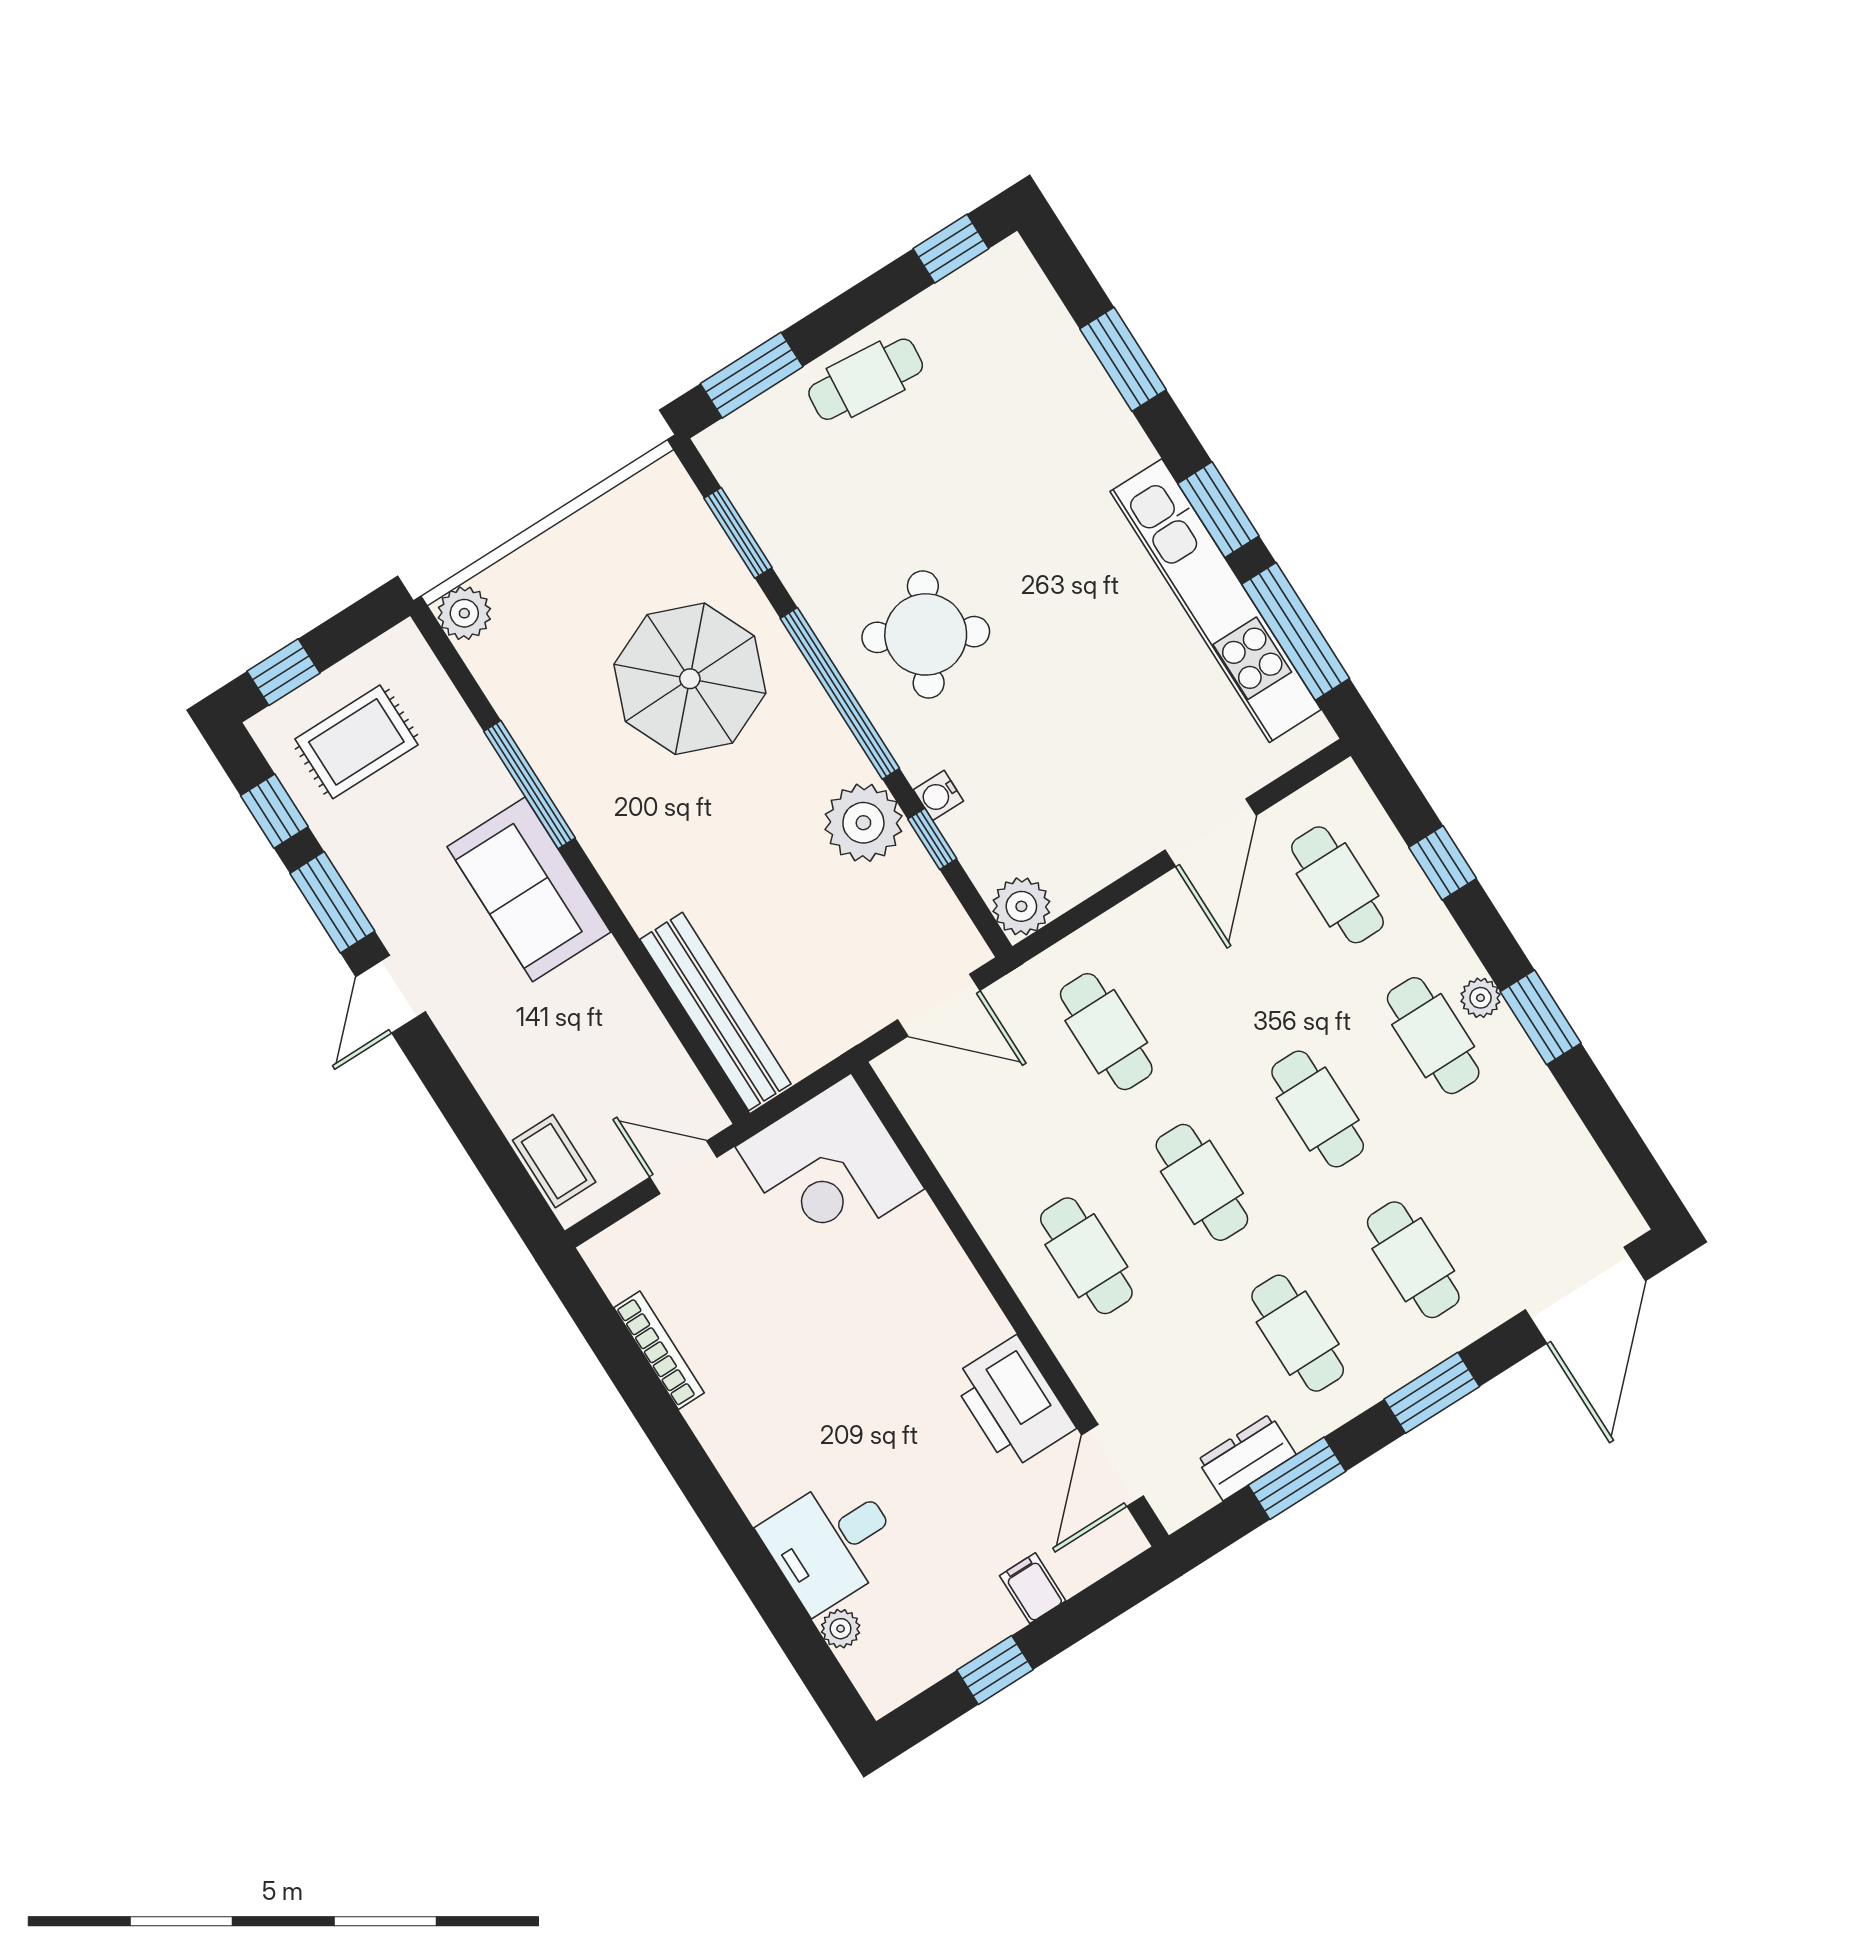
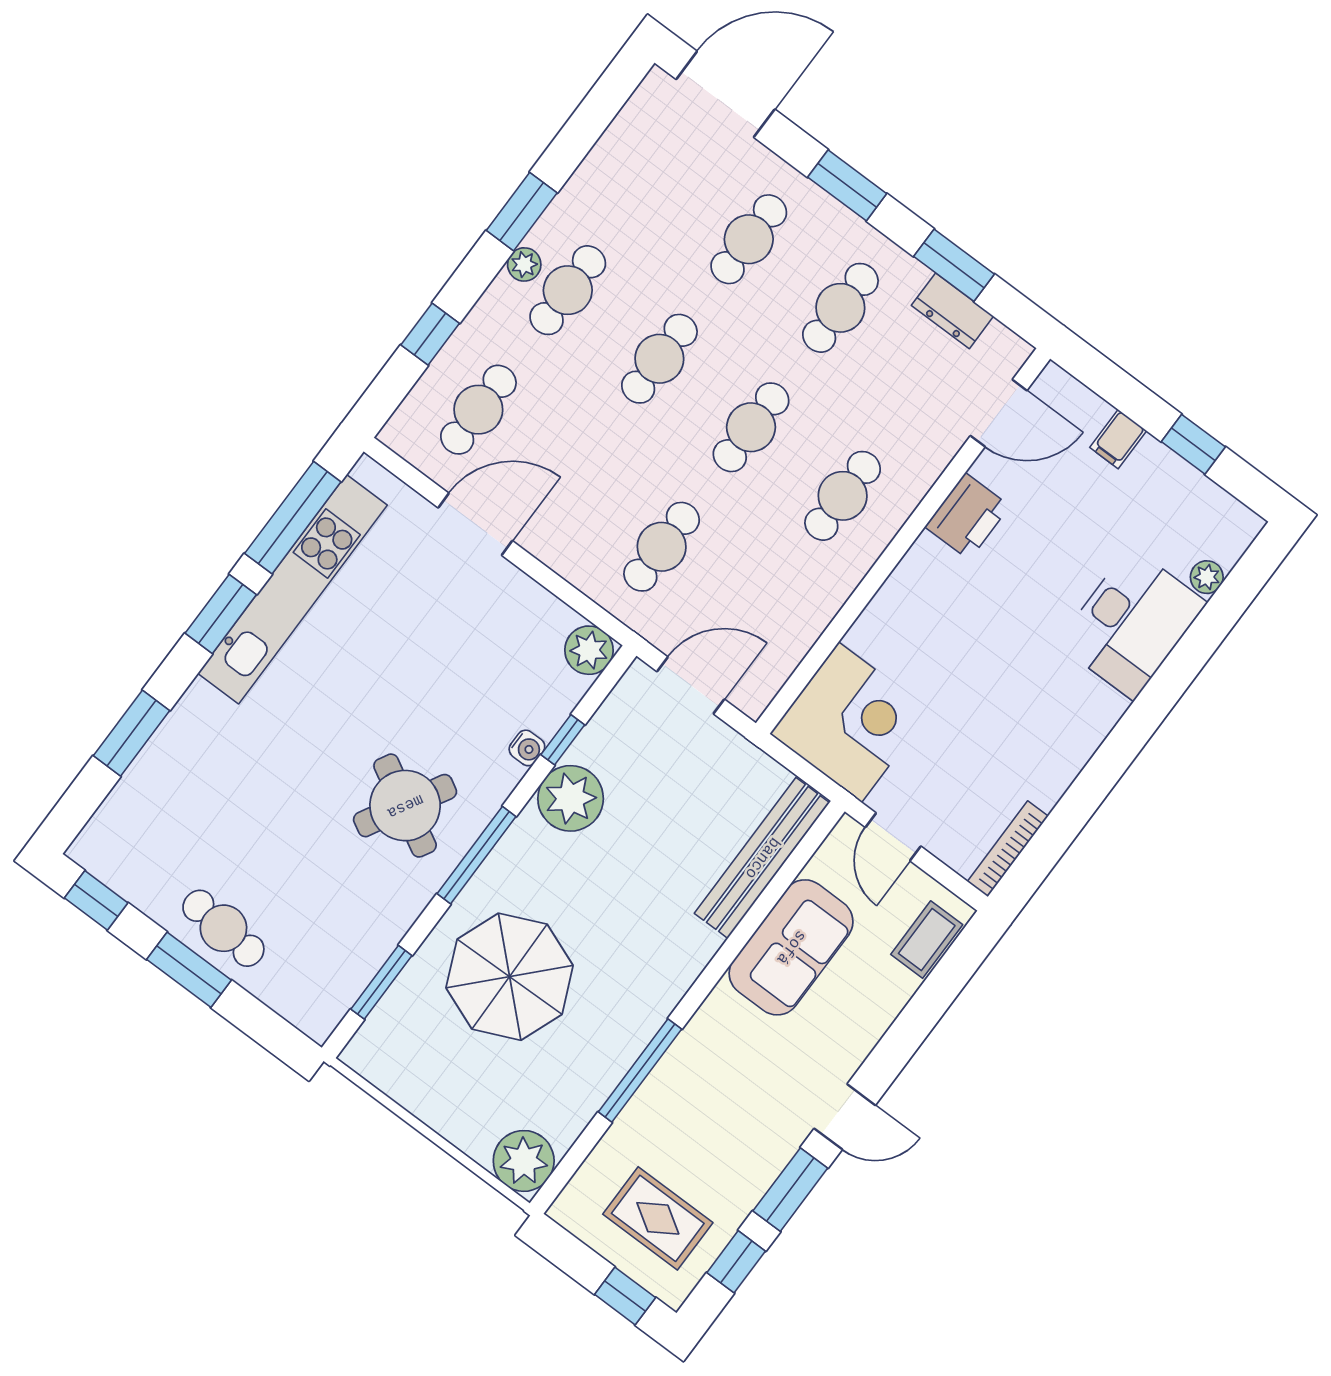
window: (752, 375) -> (189, 970), moved
plant: (464, 613) -> (524, 1161), width x1.36, depth x1.36
window: (840, 693) -> (476, 855), width x0.68
sofa: (529, 889) -> (791, 947), moved
door: (939, 1005) -> (691, 685), hinge flipped
bookcase: (659, 1350) -> (1008, 849), moved
printer: (1013, 1403) -> (967, 516), width x0.73, depth x0.84
desk: (832, 1542) -> (1132, 623), width x1.37

